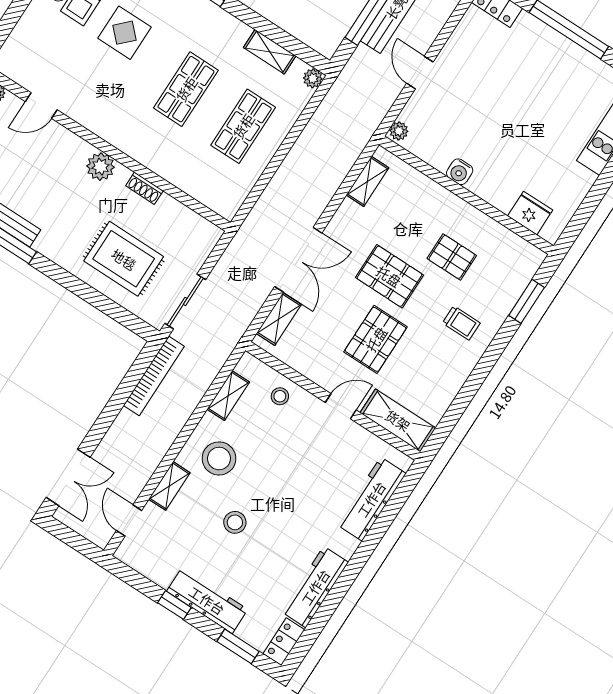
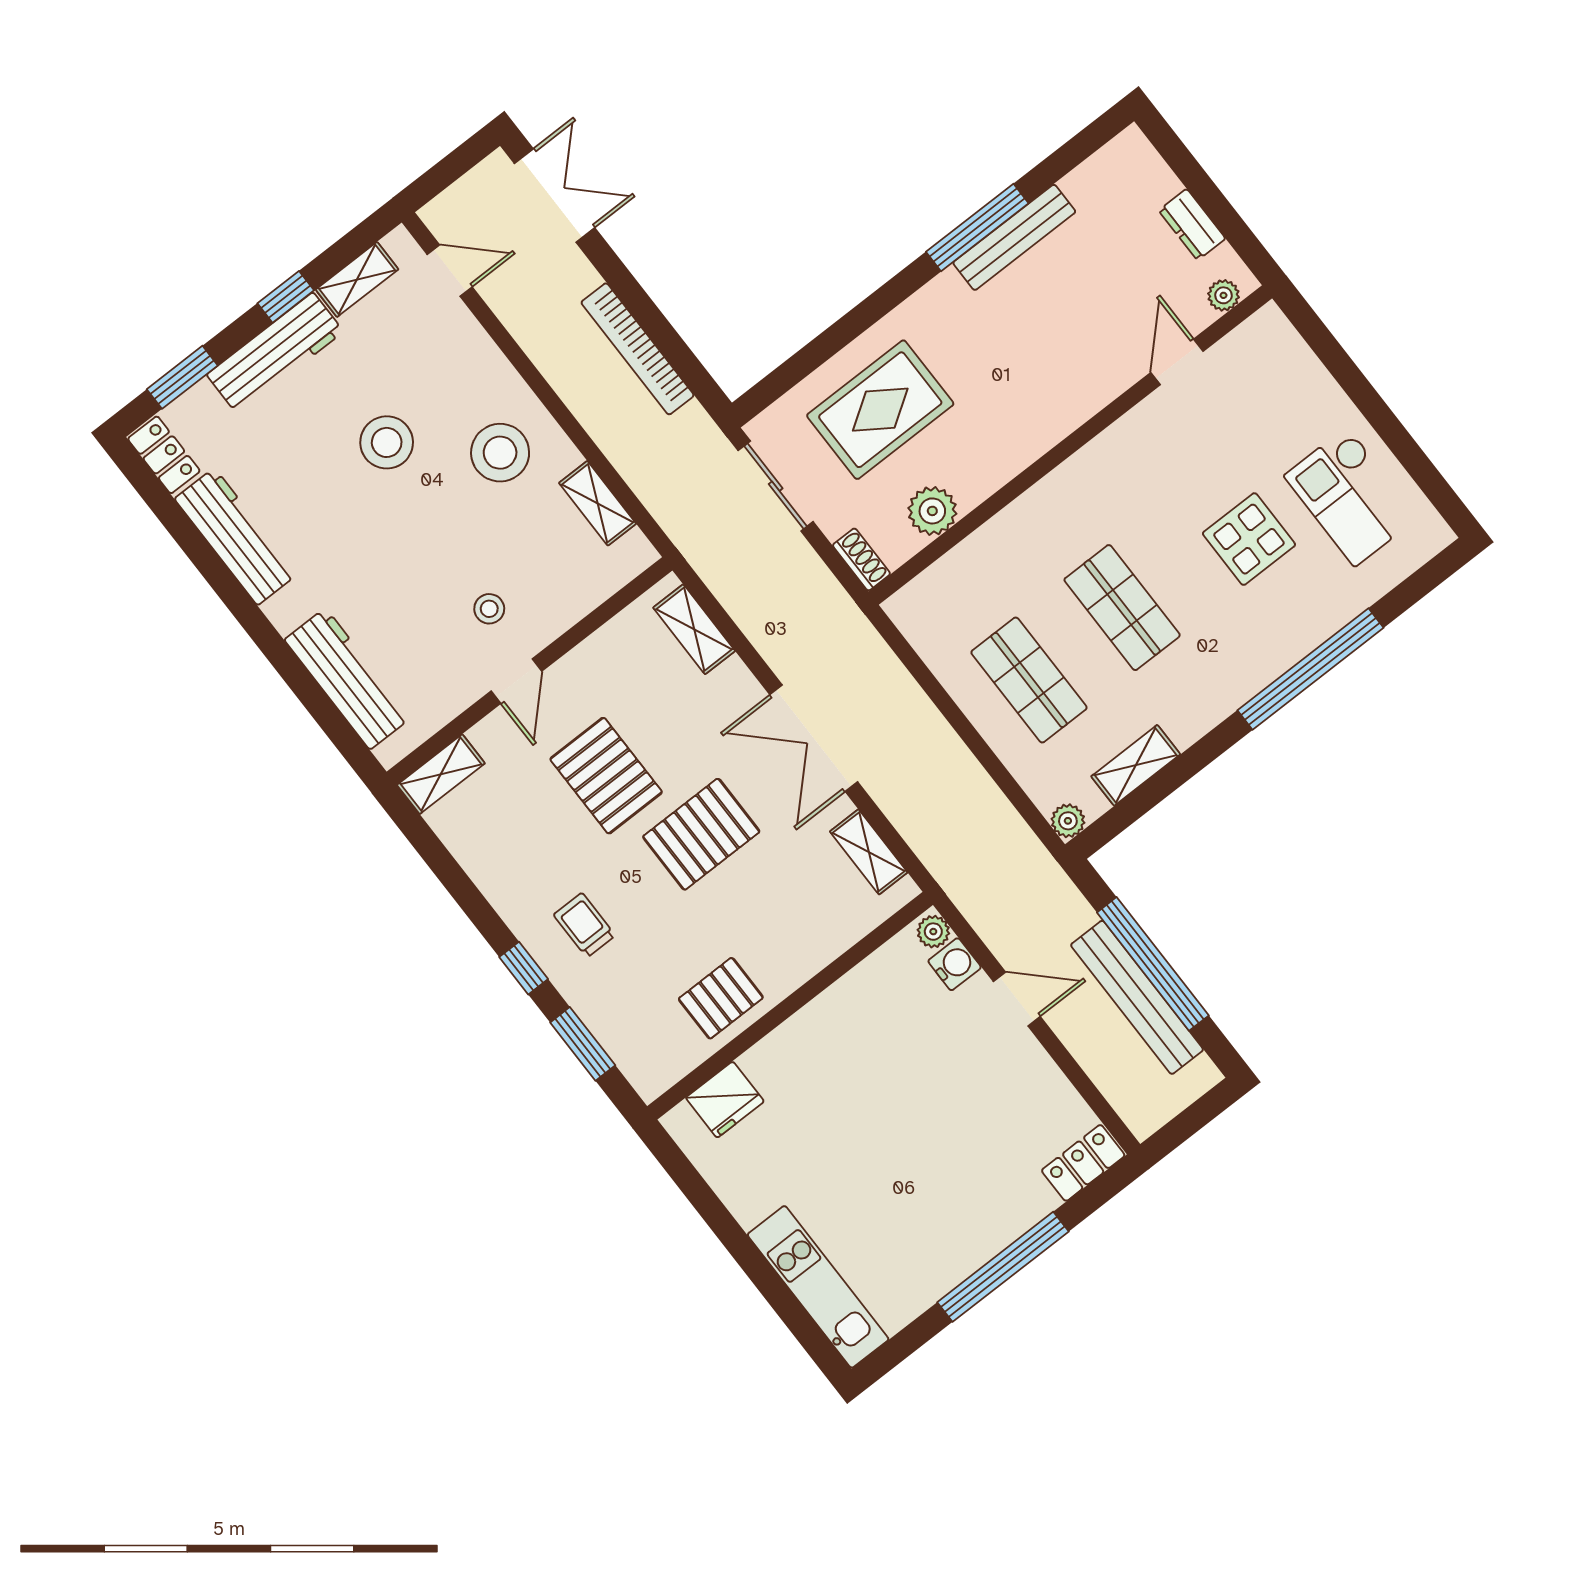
plant: (101, 167) -> (932, 511), moved
water cooler: (460, 172) -> (955, 964), moved, turned 90
shoe rack: (144, 188) -> (861, 559), moved, turned 90
pallet: (452, 257) -> (721, 998), moved
double door: (298, 260) -> (814, 738), moved
trolley: (461, 323) -> (584, 925), turned 90
window: (496, 348) -> (524, 968), added
bookcase: (154, 376) -> (638, 349), moved
stool: (280, 396) -> (489, 609), moved
shelving: (398, 420) -> (441, 774), width x0.67, depth x0.75
double door: (68, 477) -> (555, 195), swing flipped
shelving: (169, 486) -> (357, 279), moved, turned 90
stool: (235, 522) -> (387, 442), width x1.38, depth x1.38

